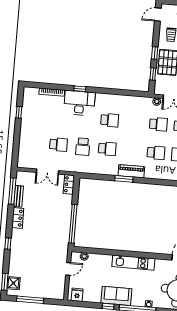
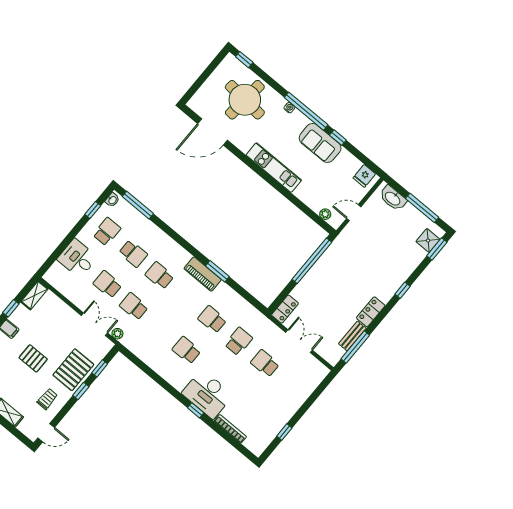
washbasin: (51, 293) -> (393, 198), added

